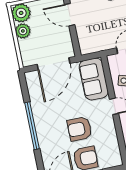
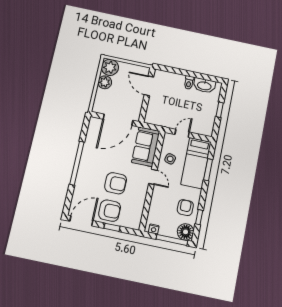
armchair: (79, 129) -> (116, 183), turned 180

